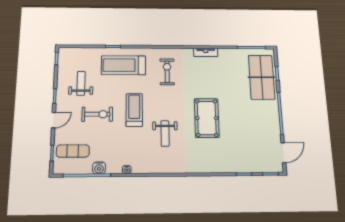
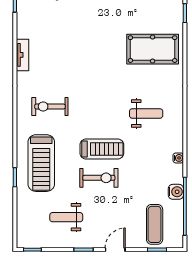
treadmill: (134, 110) -> (102, 149), turned 180
exercise bike: (97, 114) -> (99, 178), moved, turned 90
pool table: (207, 118) -> (153, 49), moved
door: (54, 120) -> (115, 250), hinge flipped
weight bench: (165, 133) -> (146, 113), moved

